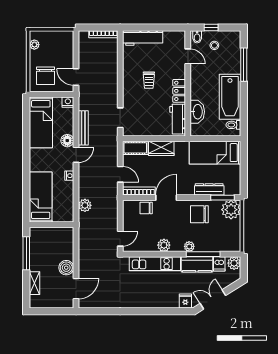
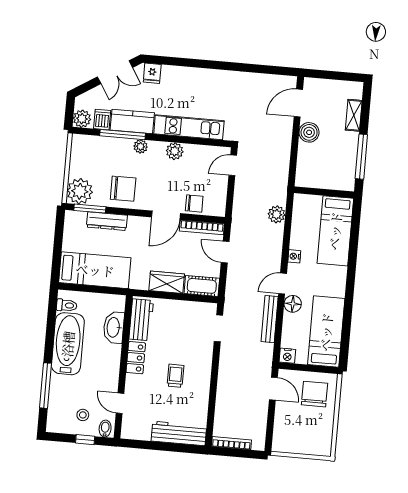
plant: (34, 45) -> (326, 437), removed

